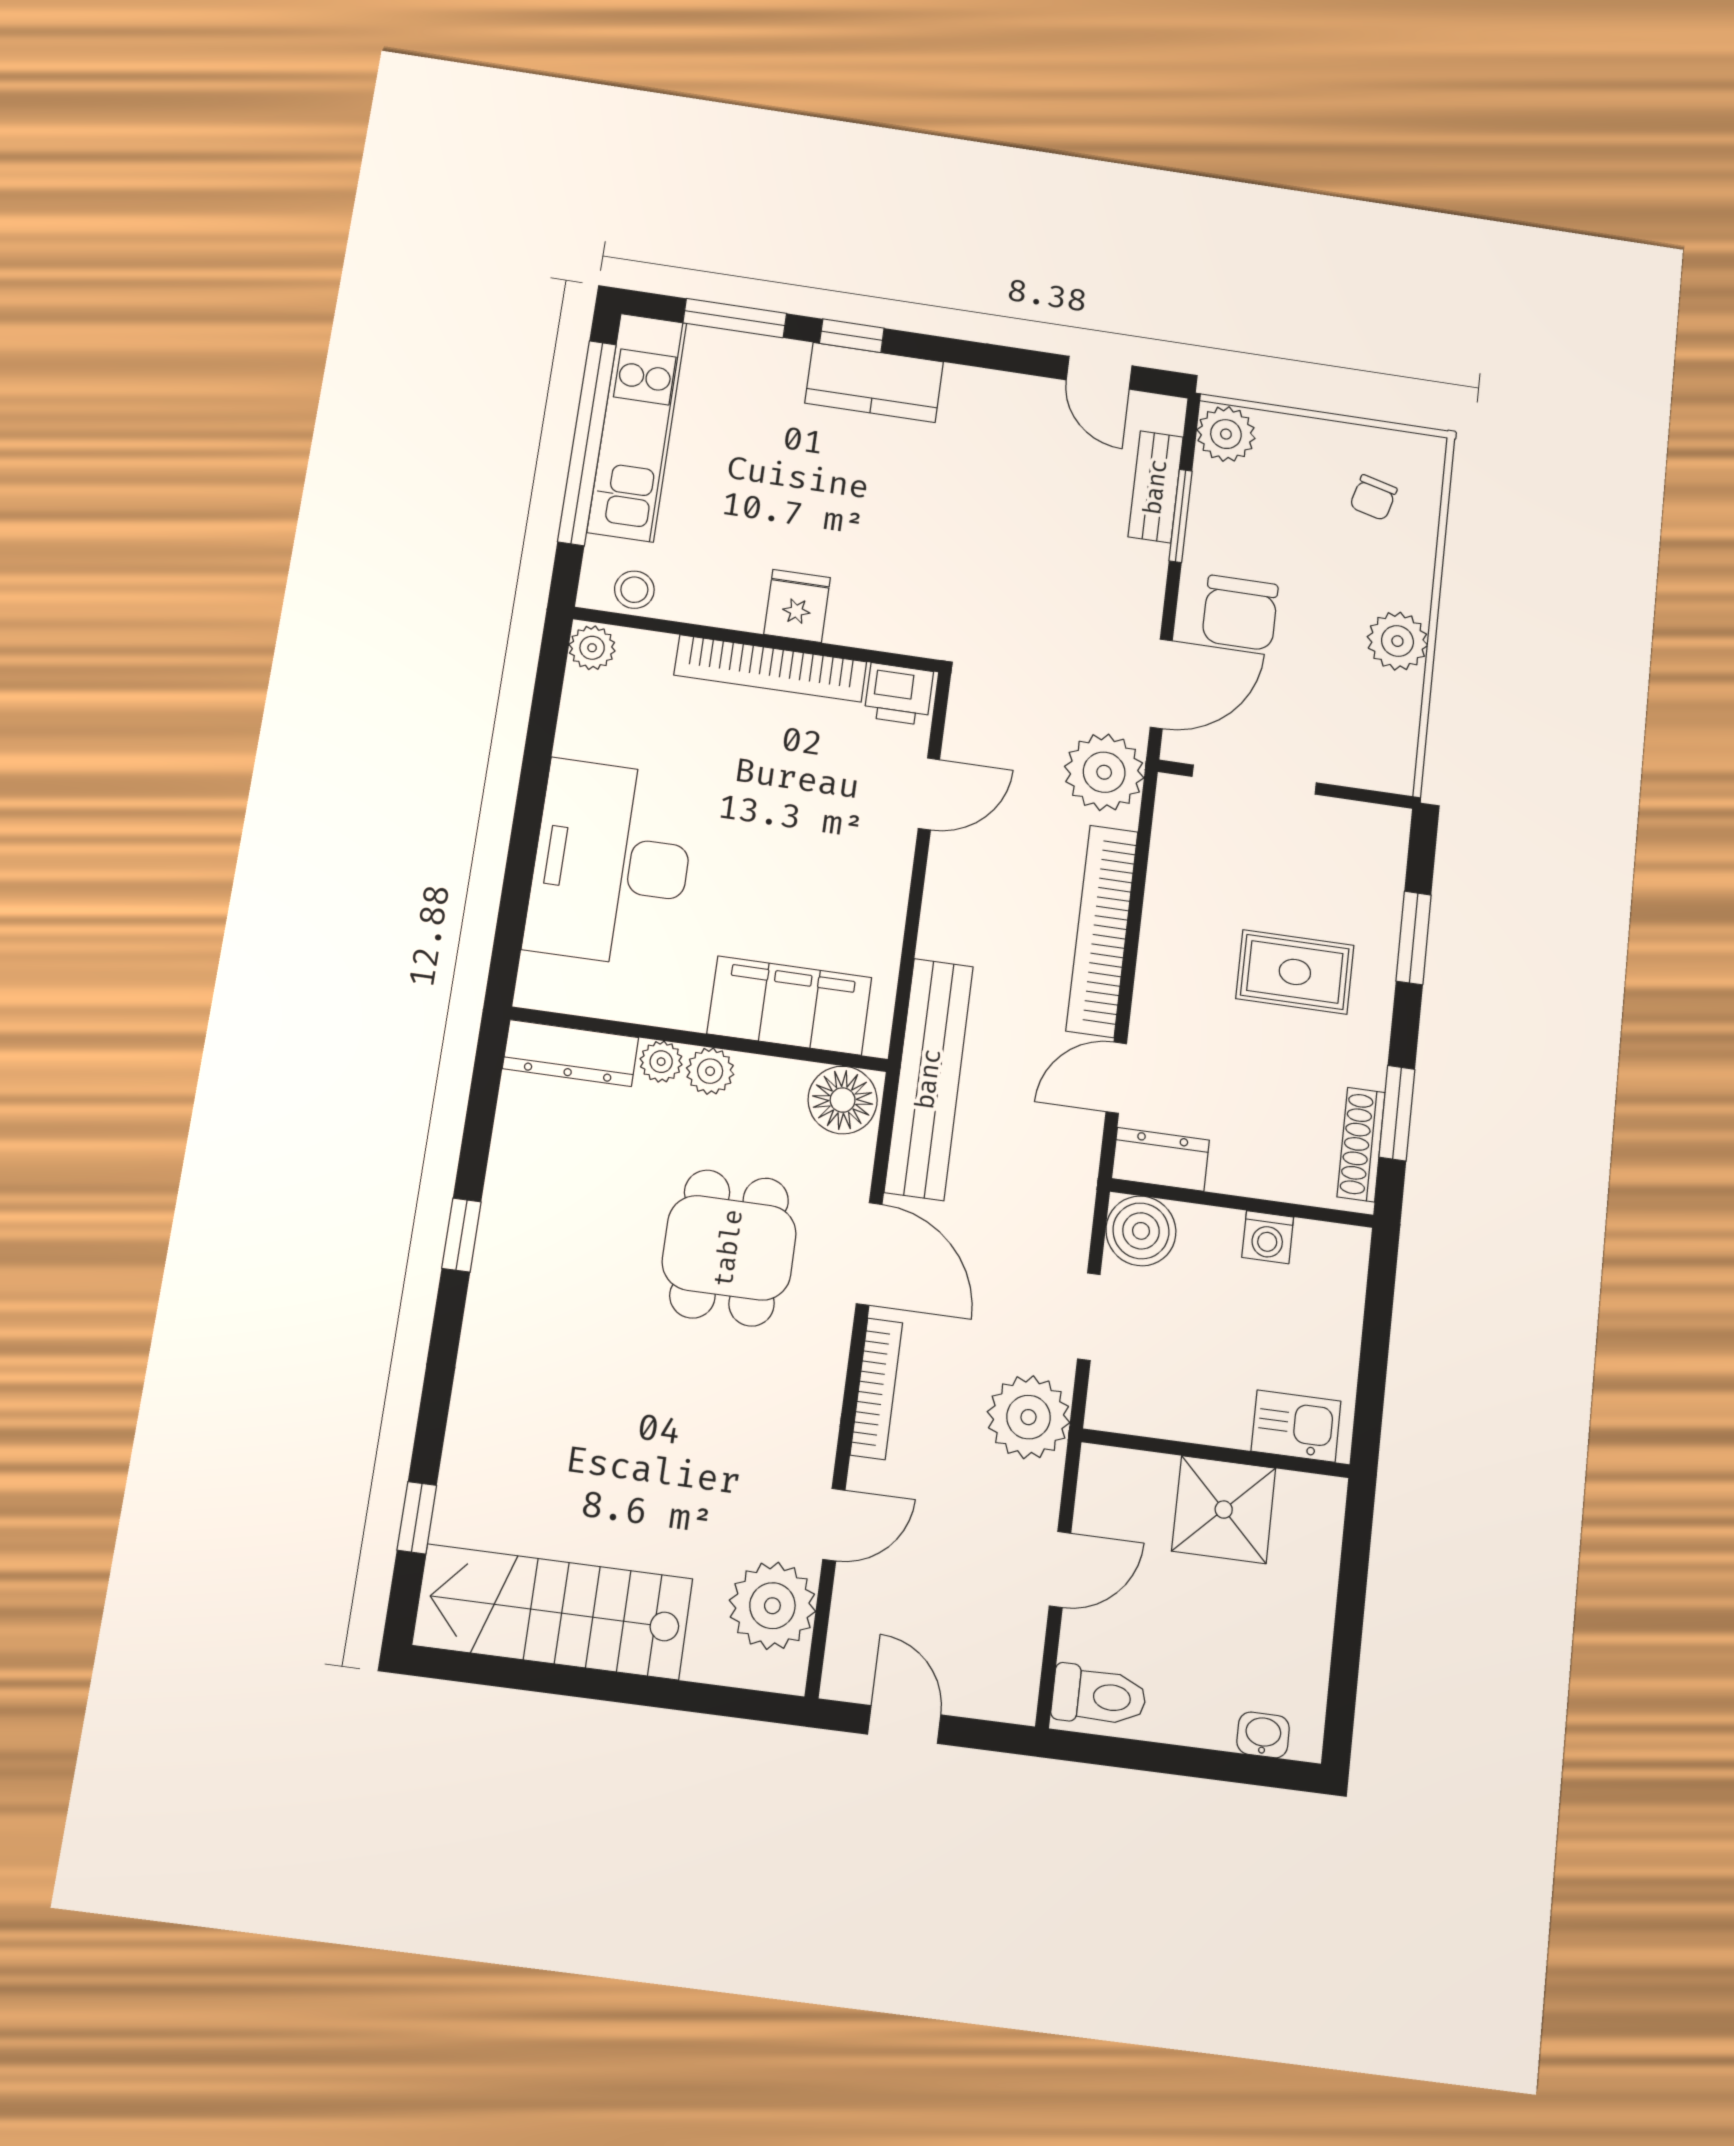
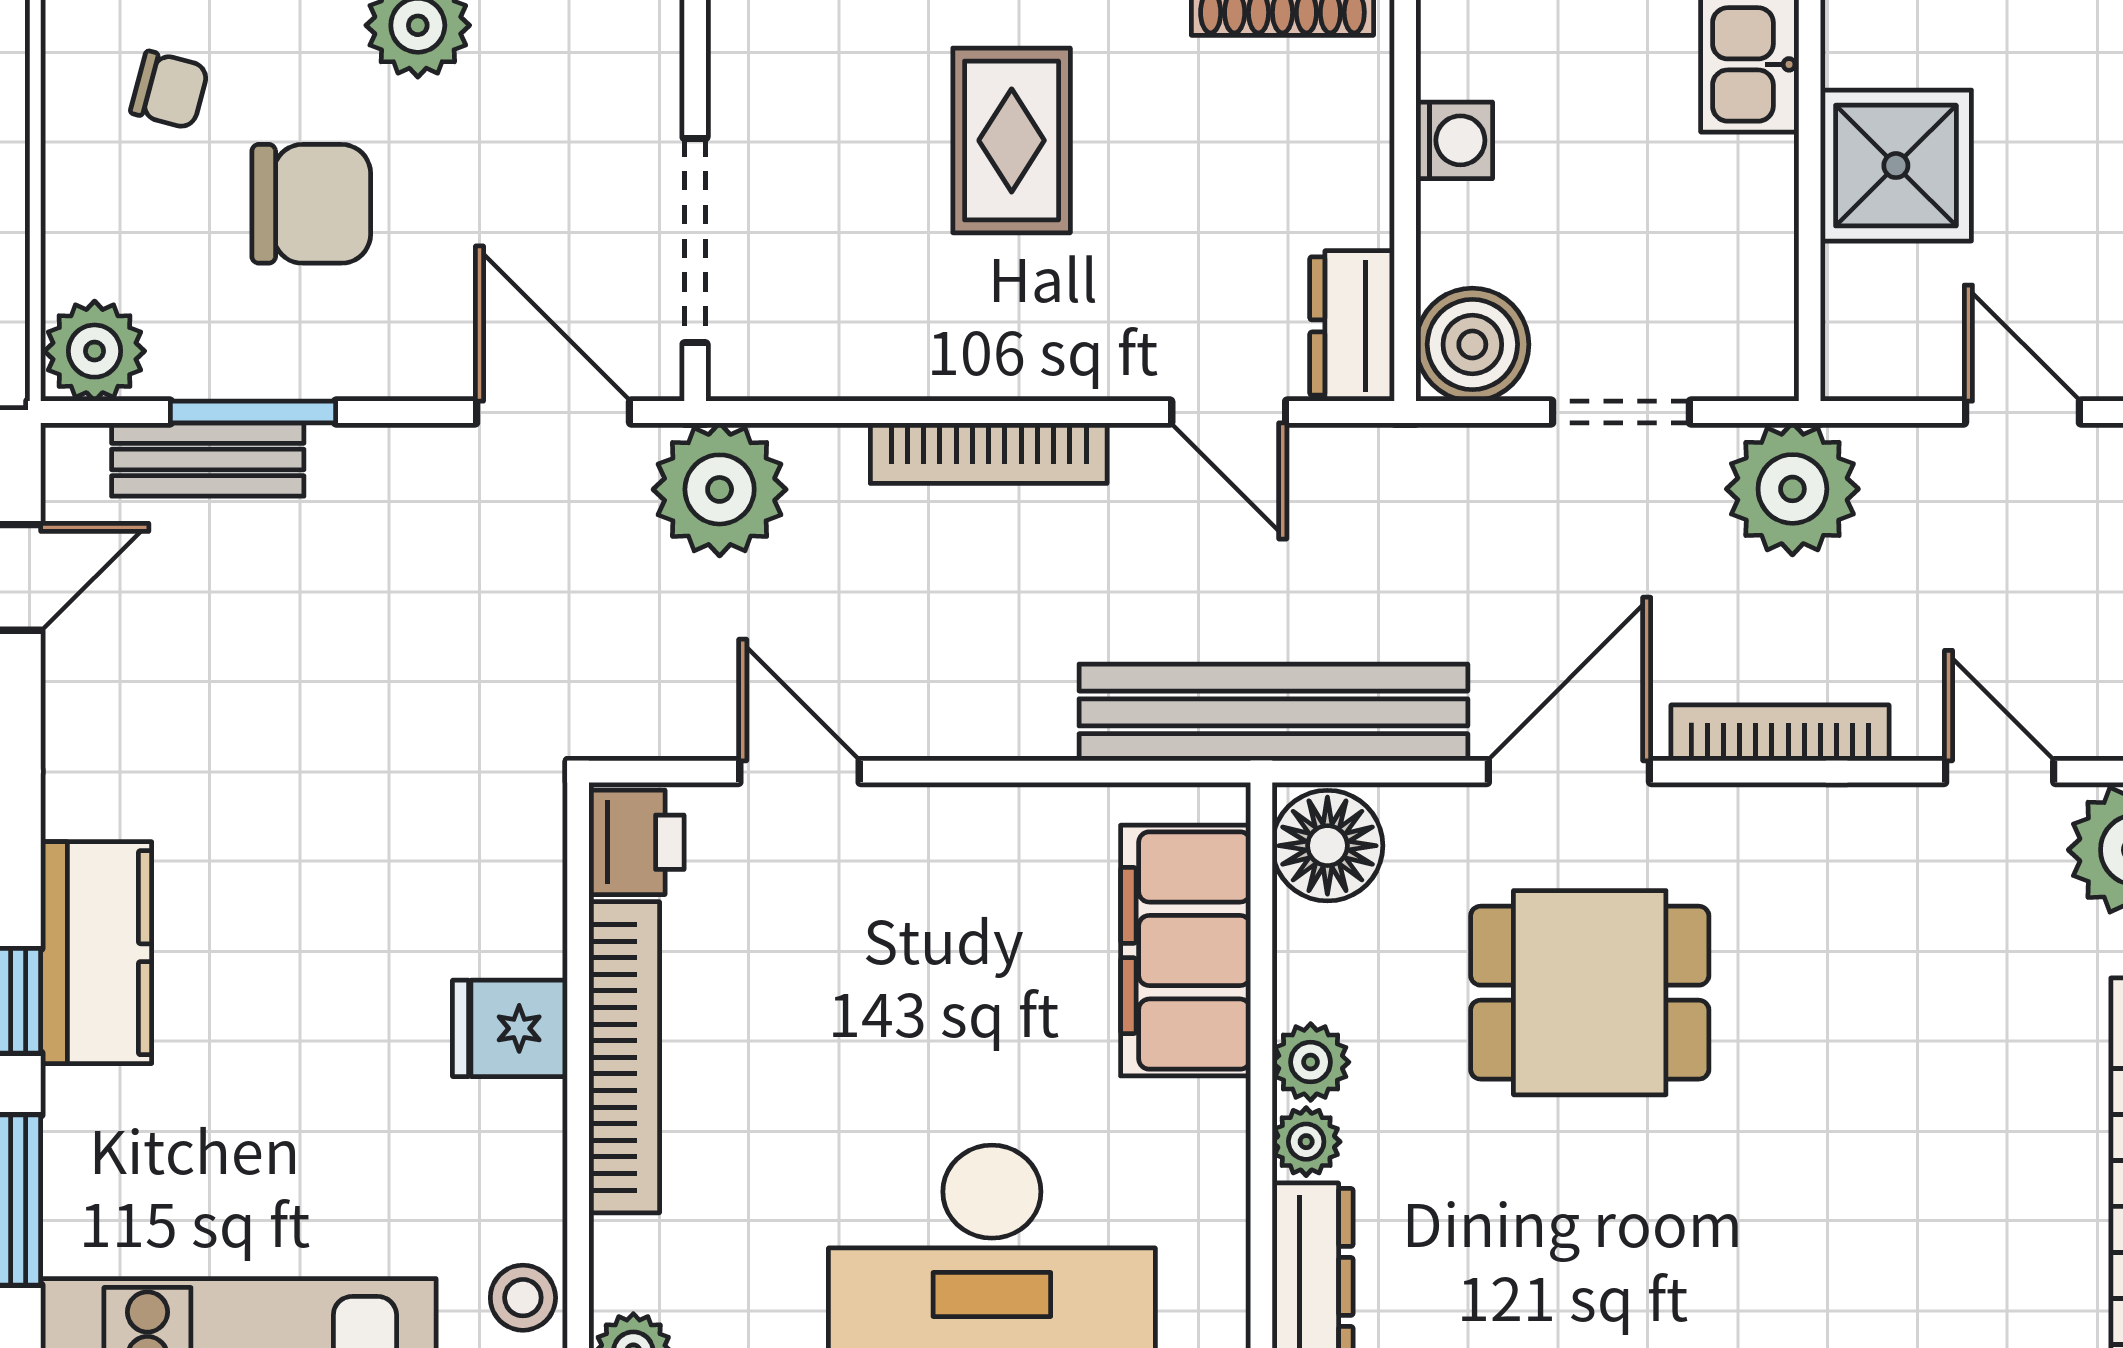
chair: (1240, 613) -> (311, 204), moved
bookcase: (1102, 931) -> (989, 453), width x0.68, depth x0.76

